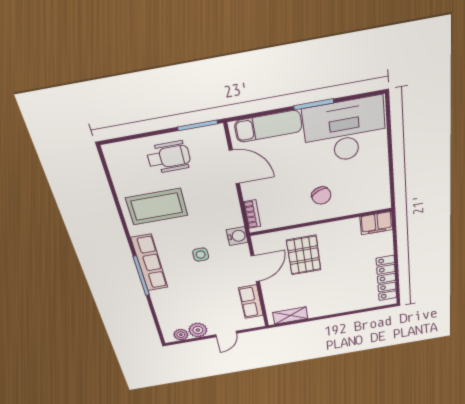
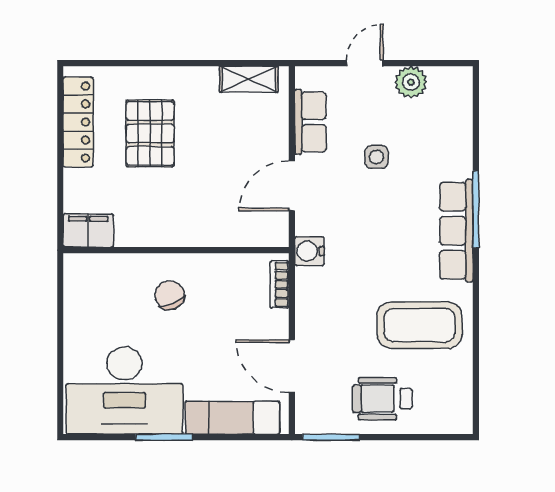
side table: (201, 255) -> (377, 157), moved
pallet: (304, 255) -> (150, 133), moved
plant: (181, 335) -> (442, 79), removed

